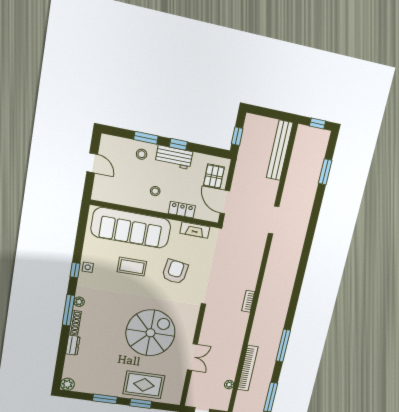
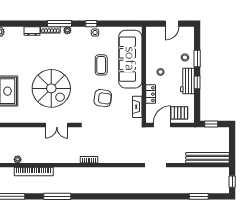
double door: (192, 357) -> (57, 125), moved

